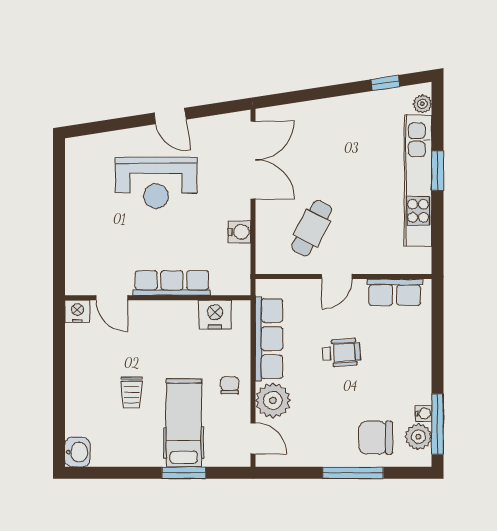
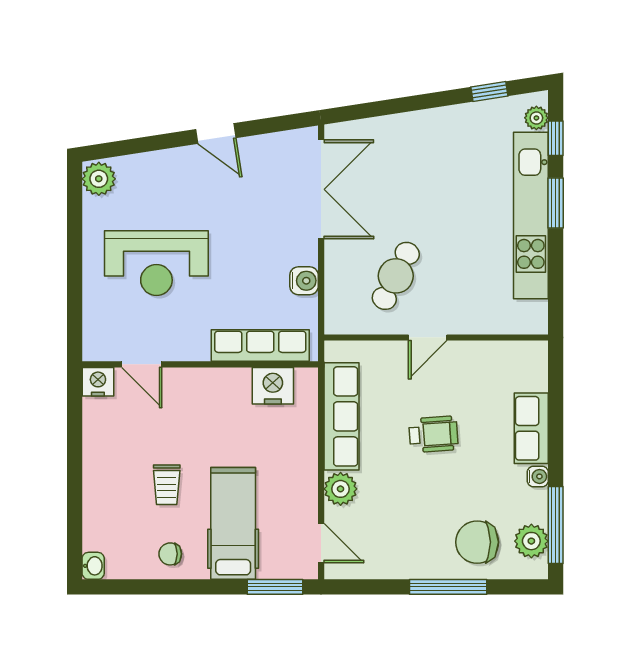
window: (437, 120) -> (556, 138), added
plant: (78, 152) -> (99, 179), added
reception desk: (156, 183) -> (156, 263), moved
row of seats: (172, 283) -> (260, 346), moved
row of seats: (395, 292) -> (531, 428), moved, turned 90
chair: (230, 385) -> (170, 554), moved, turned -90
plant: (273, 400) -> (341, 489), width x0.73, depth x0.73
water cooler: (423, 413) -> (538, 476), moved
washbasin: (77, 452) -> (93, 566), width x0.72, depth x0.69
window: (184, 473) -> (275, 587), moved

